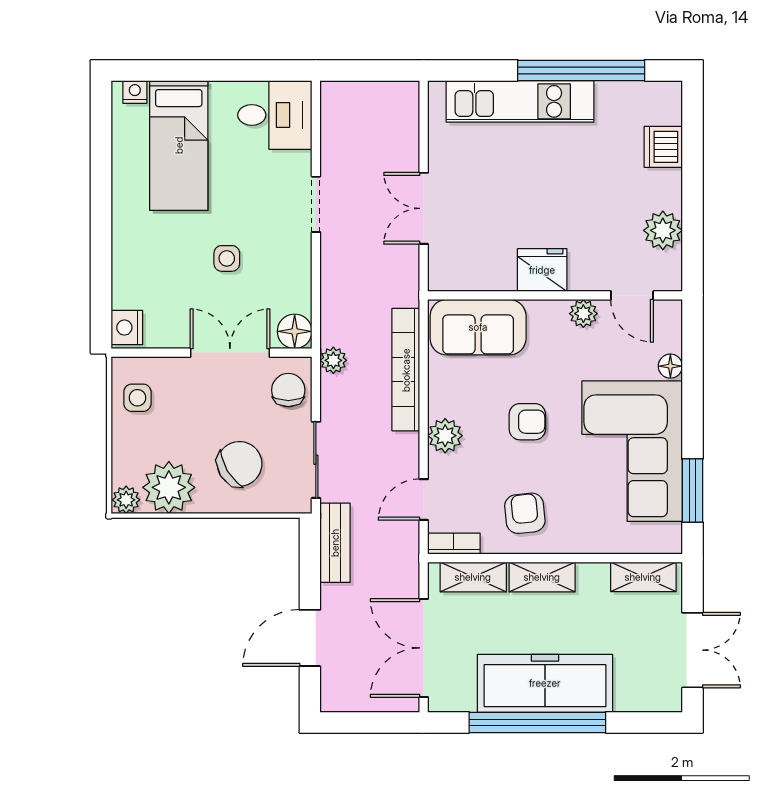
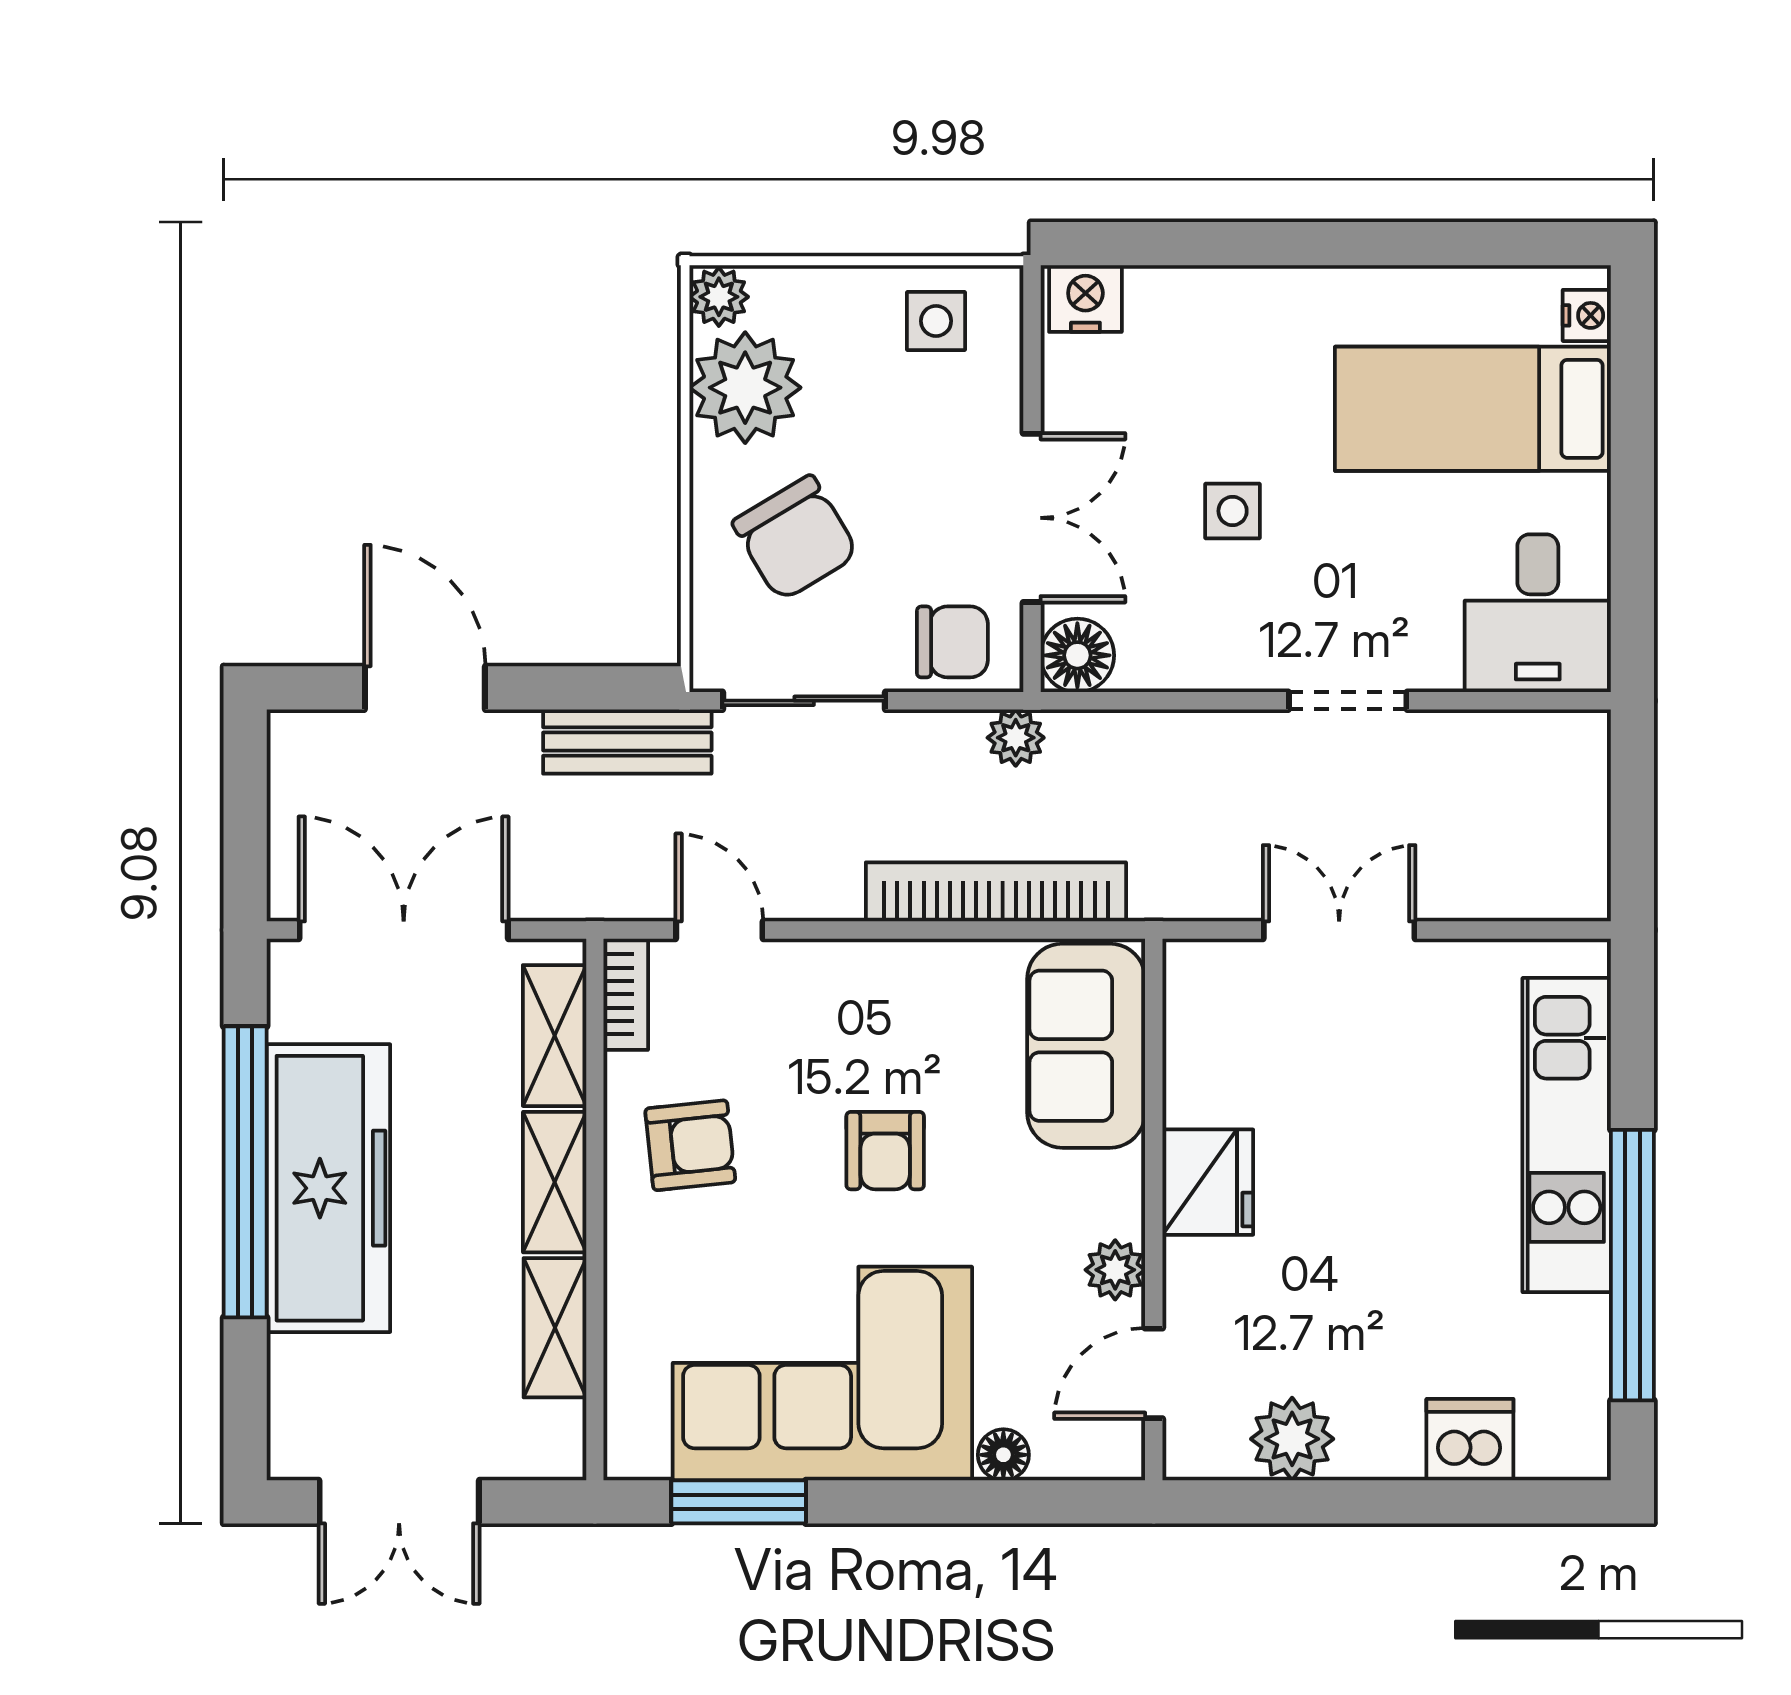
plant: (445, 436) -> (855, 976), removed
shelving: (643, 577) -> (555, 1328), moved

